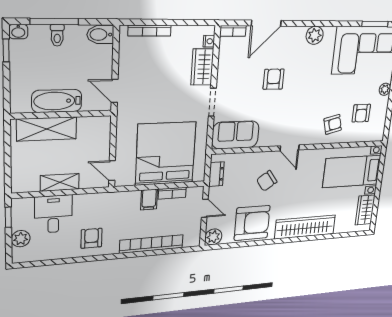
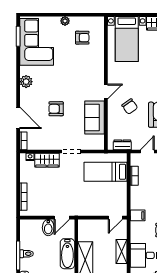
bidet: (100, 35) -> (48, 228), moved
armchair: (333, 124) -> (90, 60), removed
sofa: (235, 135) -> (95, 118), moved
bed: (166, 154) -> (106, 172), width x0.49
filing cabinet: (149, 199) -> (138, 215), moved

